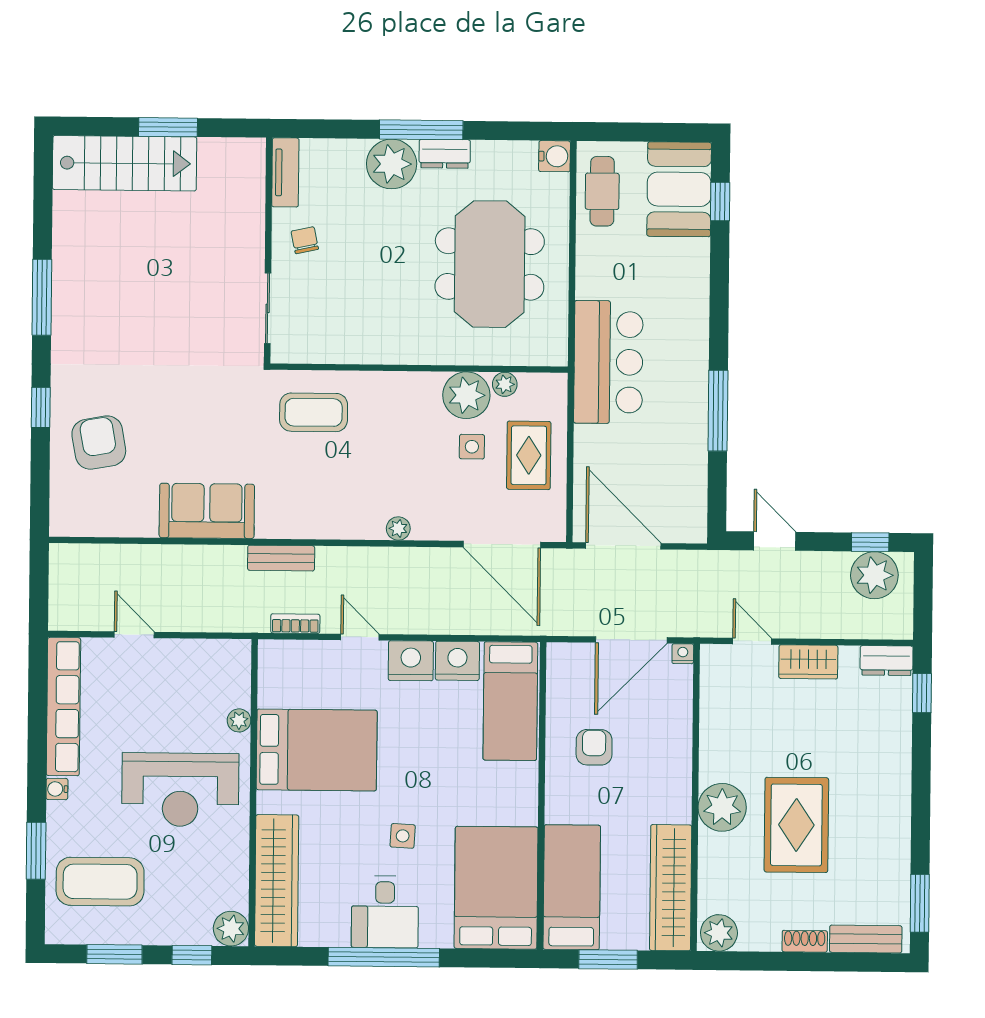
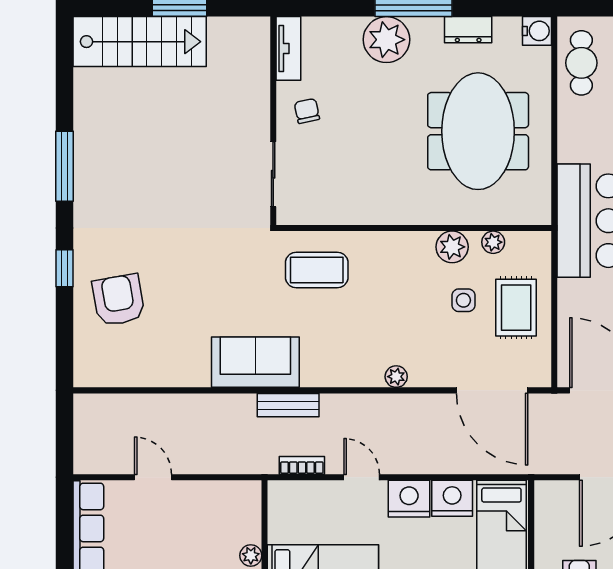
dresser: (445, 154) -> (468, 30), moved
plant: (466, 395) -> (452, 247), width x0.73, depth x0.73
sofa: (207, 511) -> (255, 362), moved

